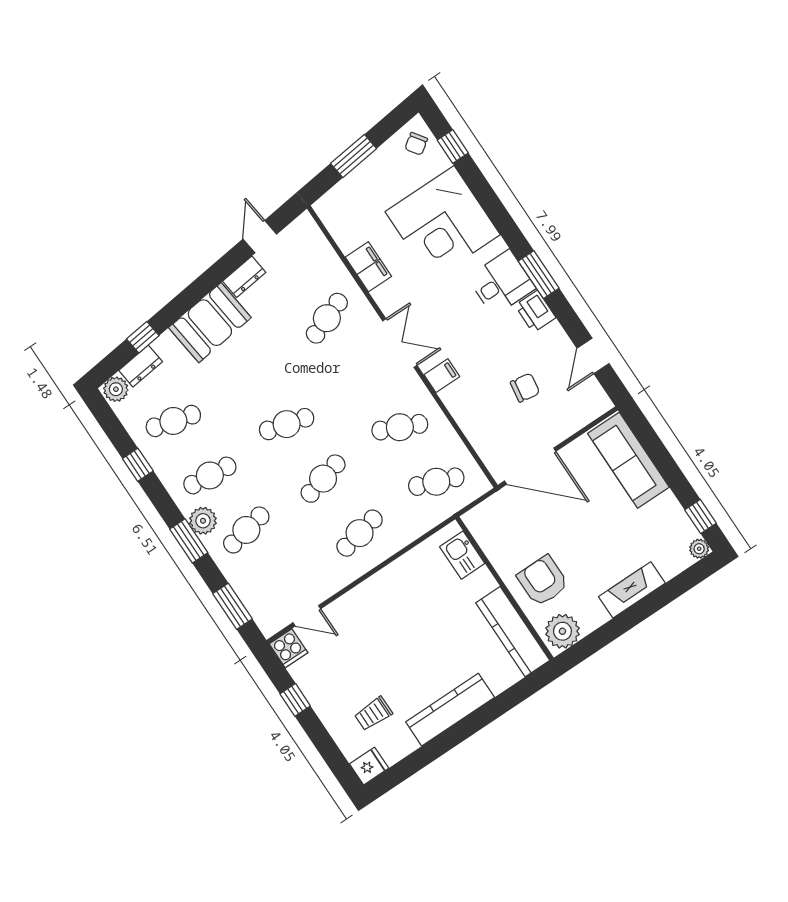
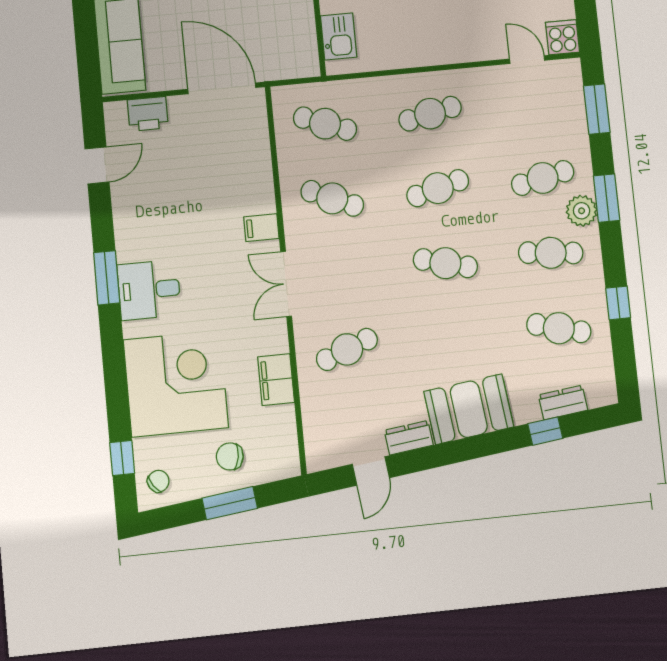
printer: (535, 311) -> (148, 114), moved, turned 90
chair: (525, 388) -> (230, 456), moved
plant: (116, 389) -> (601, 392), removed

